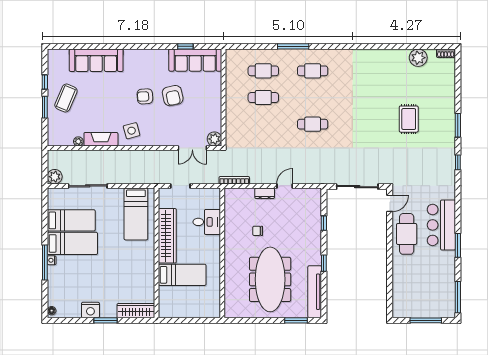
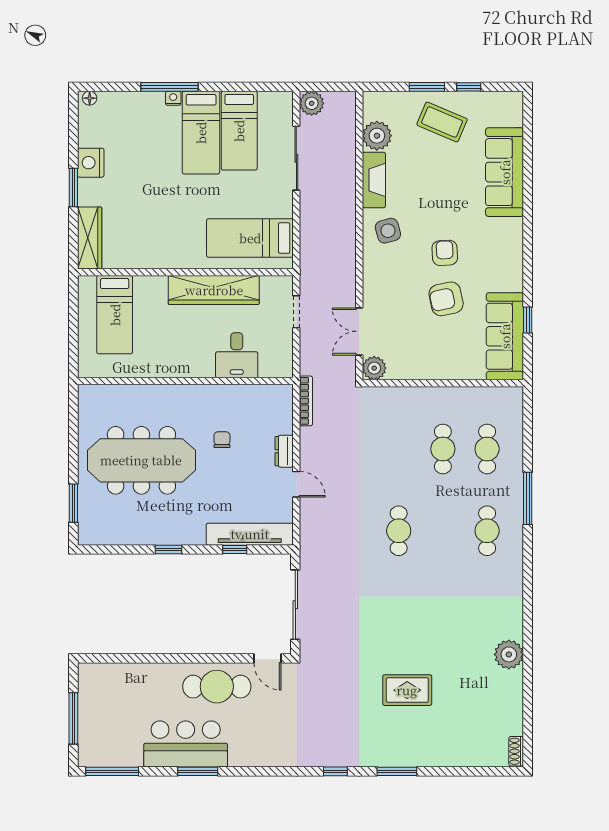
plant: (418, 58) -> (509, 654), moved
plant: (78, 141) -> (377, 136), width x1.88, depth x1.88
bar counter: (441, 225) -> (186, 744), moved
bed: (182, 275) -> (115, 315), moved
tv unit: (315, 292) -> (250, 534), moved

